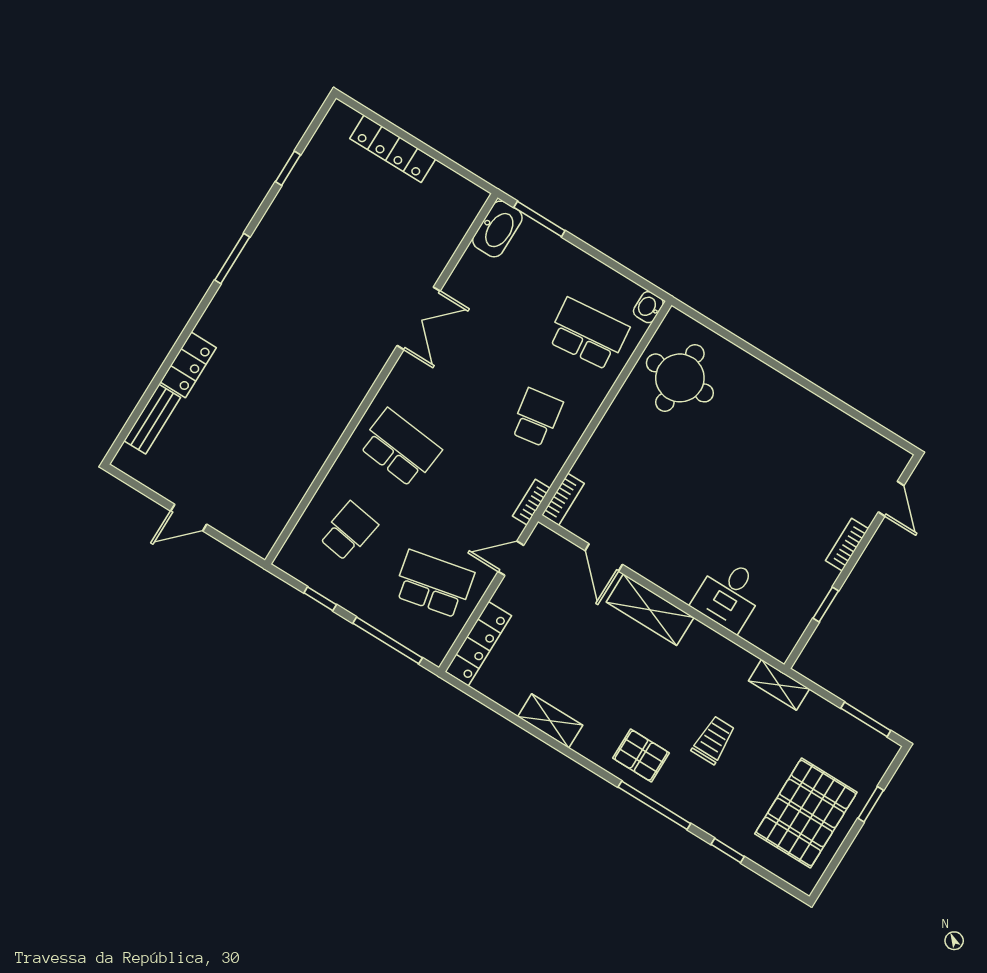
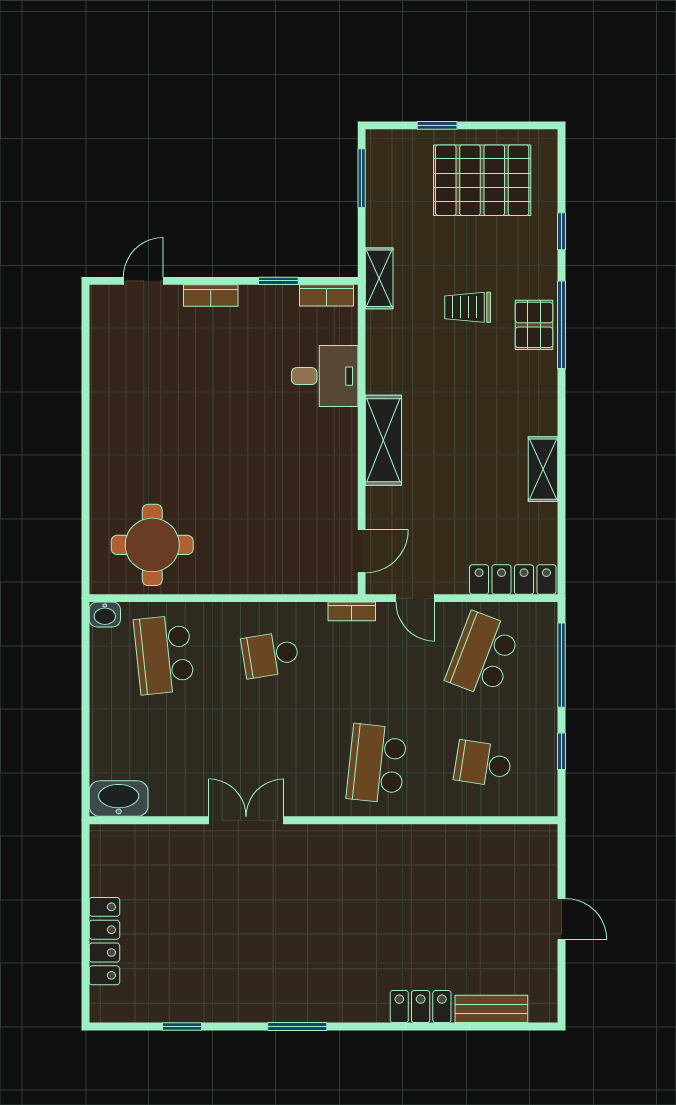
window: (539, 219) -> (86, 765), removed
bookcase: (563, 499) -> (326, 295), moved, turned 180
door: (604, 558) -> (362, 551), moved
school desk: (434, 584) -> (483, 655), turned 33
pallet: (641, 756) -> (534, 325), moved

